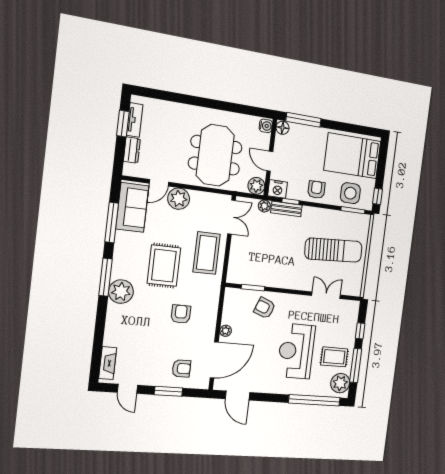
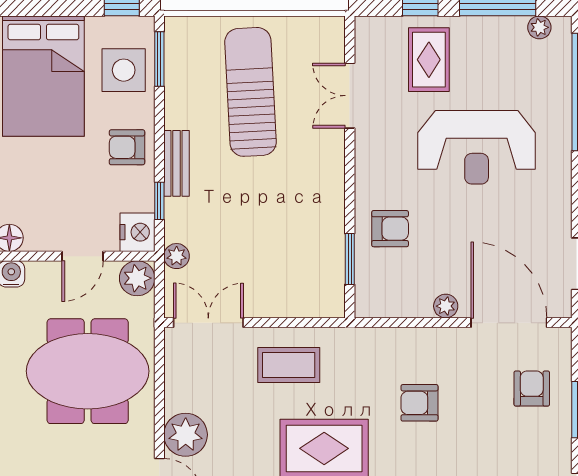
bench: (286, 209) -> (176, 163), moved
coffee table: (207, 253) -> (289, 365), width x0.73, depth x0.76
armchair: (265, 308) -> (390, 229), turned -111
rug: (334, 357) -> (429, 60), moved
plant: (340, 383) -> (539, 27), width x0.53, depth x0.53

